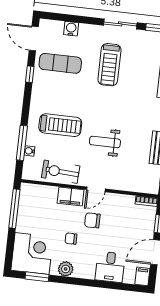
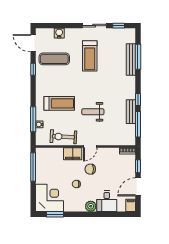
plant: (66, 269) -> (91, 206), moved

